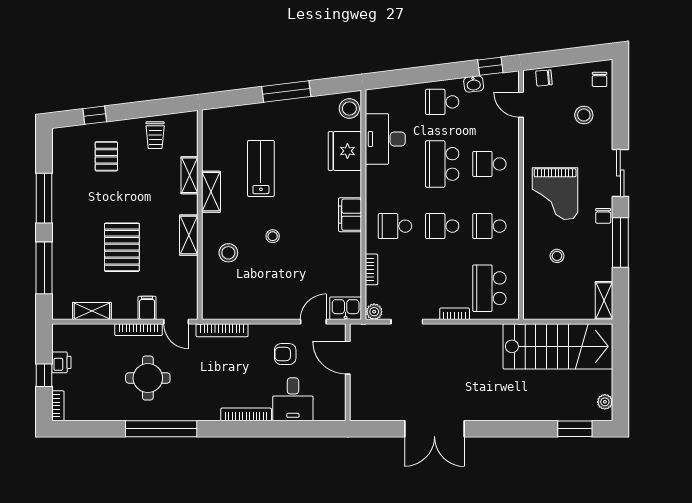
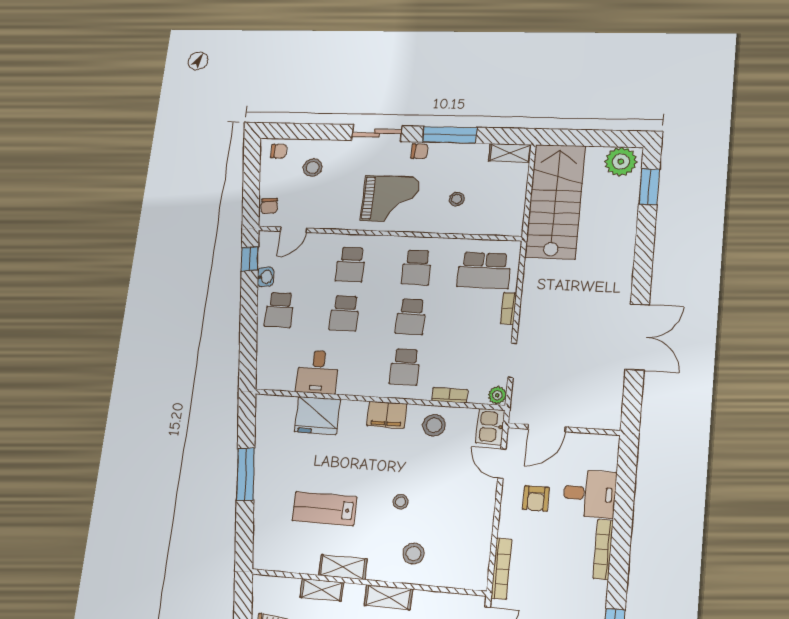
stool: (349, 109) -> (434, 425), moved
desk: (385, 139) -> (318, 372), width x0.73
school desk: (442, 164) -> (344, 313), width x0.54
plant: (605, 402) -> (621, 162), width x1.87, depth x1.87

